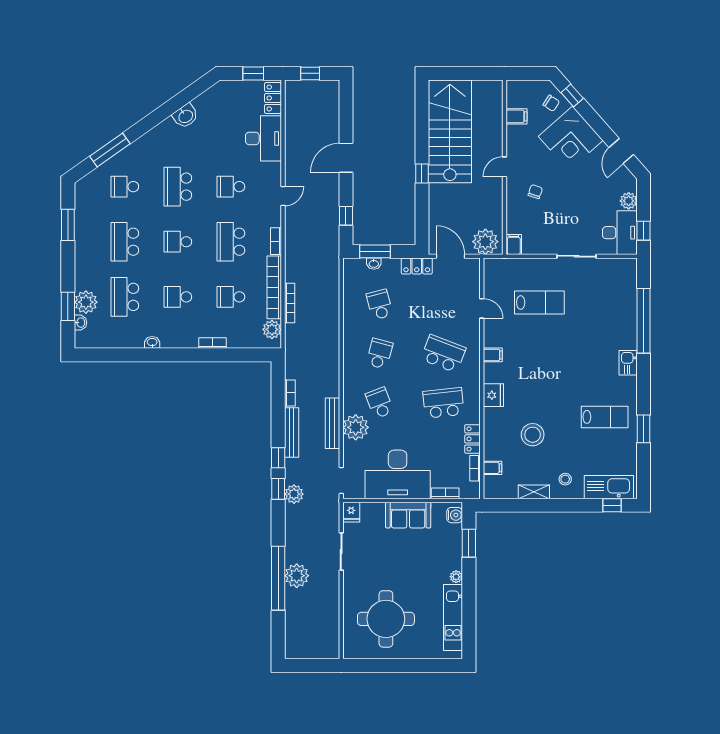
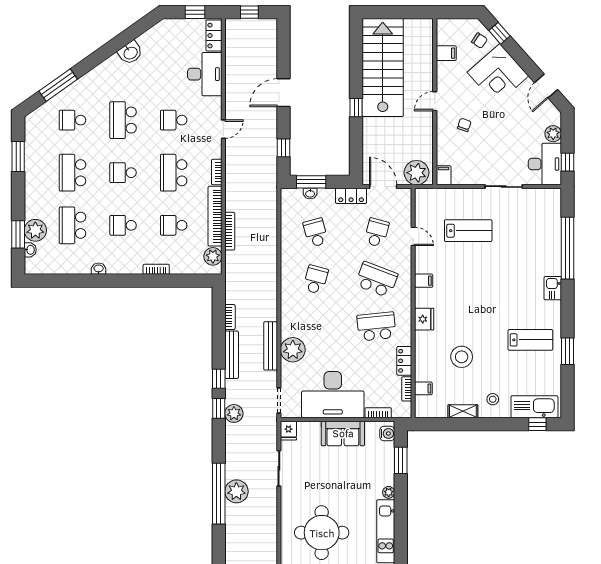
school desk: (380, 403) -> (376, 233), moved, turned 36

